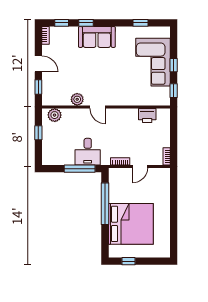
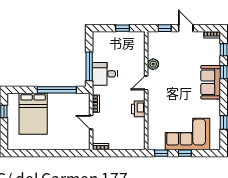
door: (38, 64) -> (186, 28), swing flipped
plant: (55, 115) -> (139, 43), removed
printer: (147, 115) -> (138, 109), moved
bed: (131, 224) -> (33, 114), width x0.73

